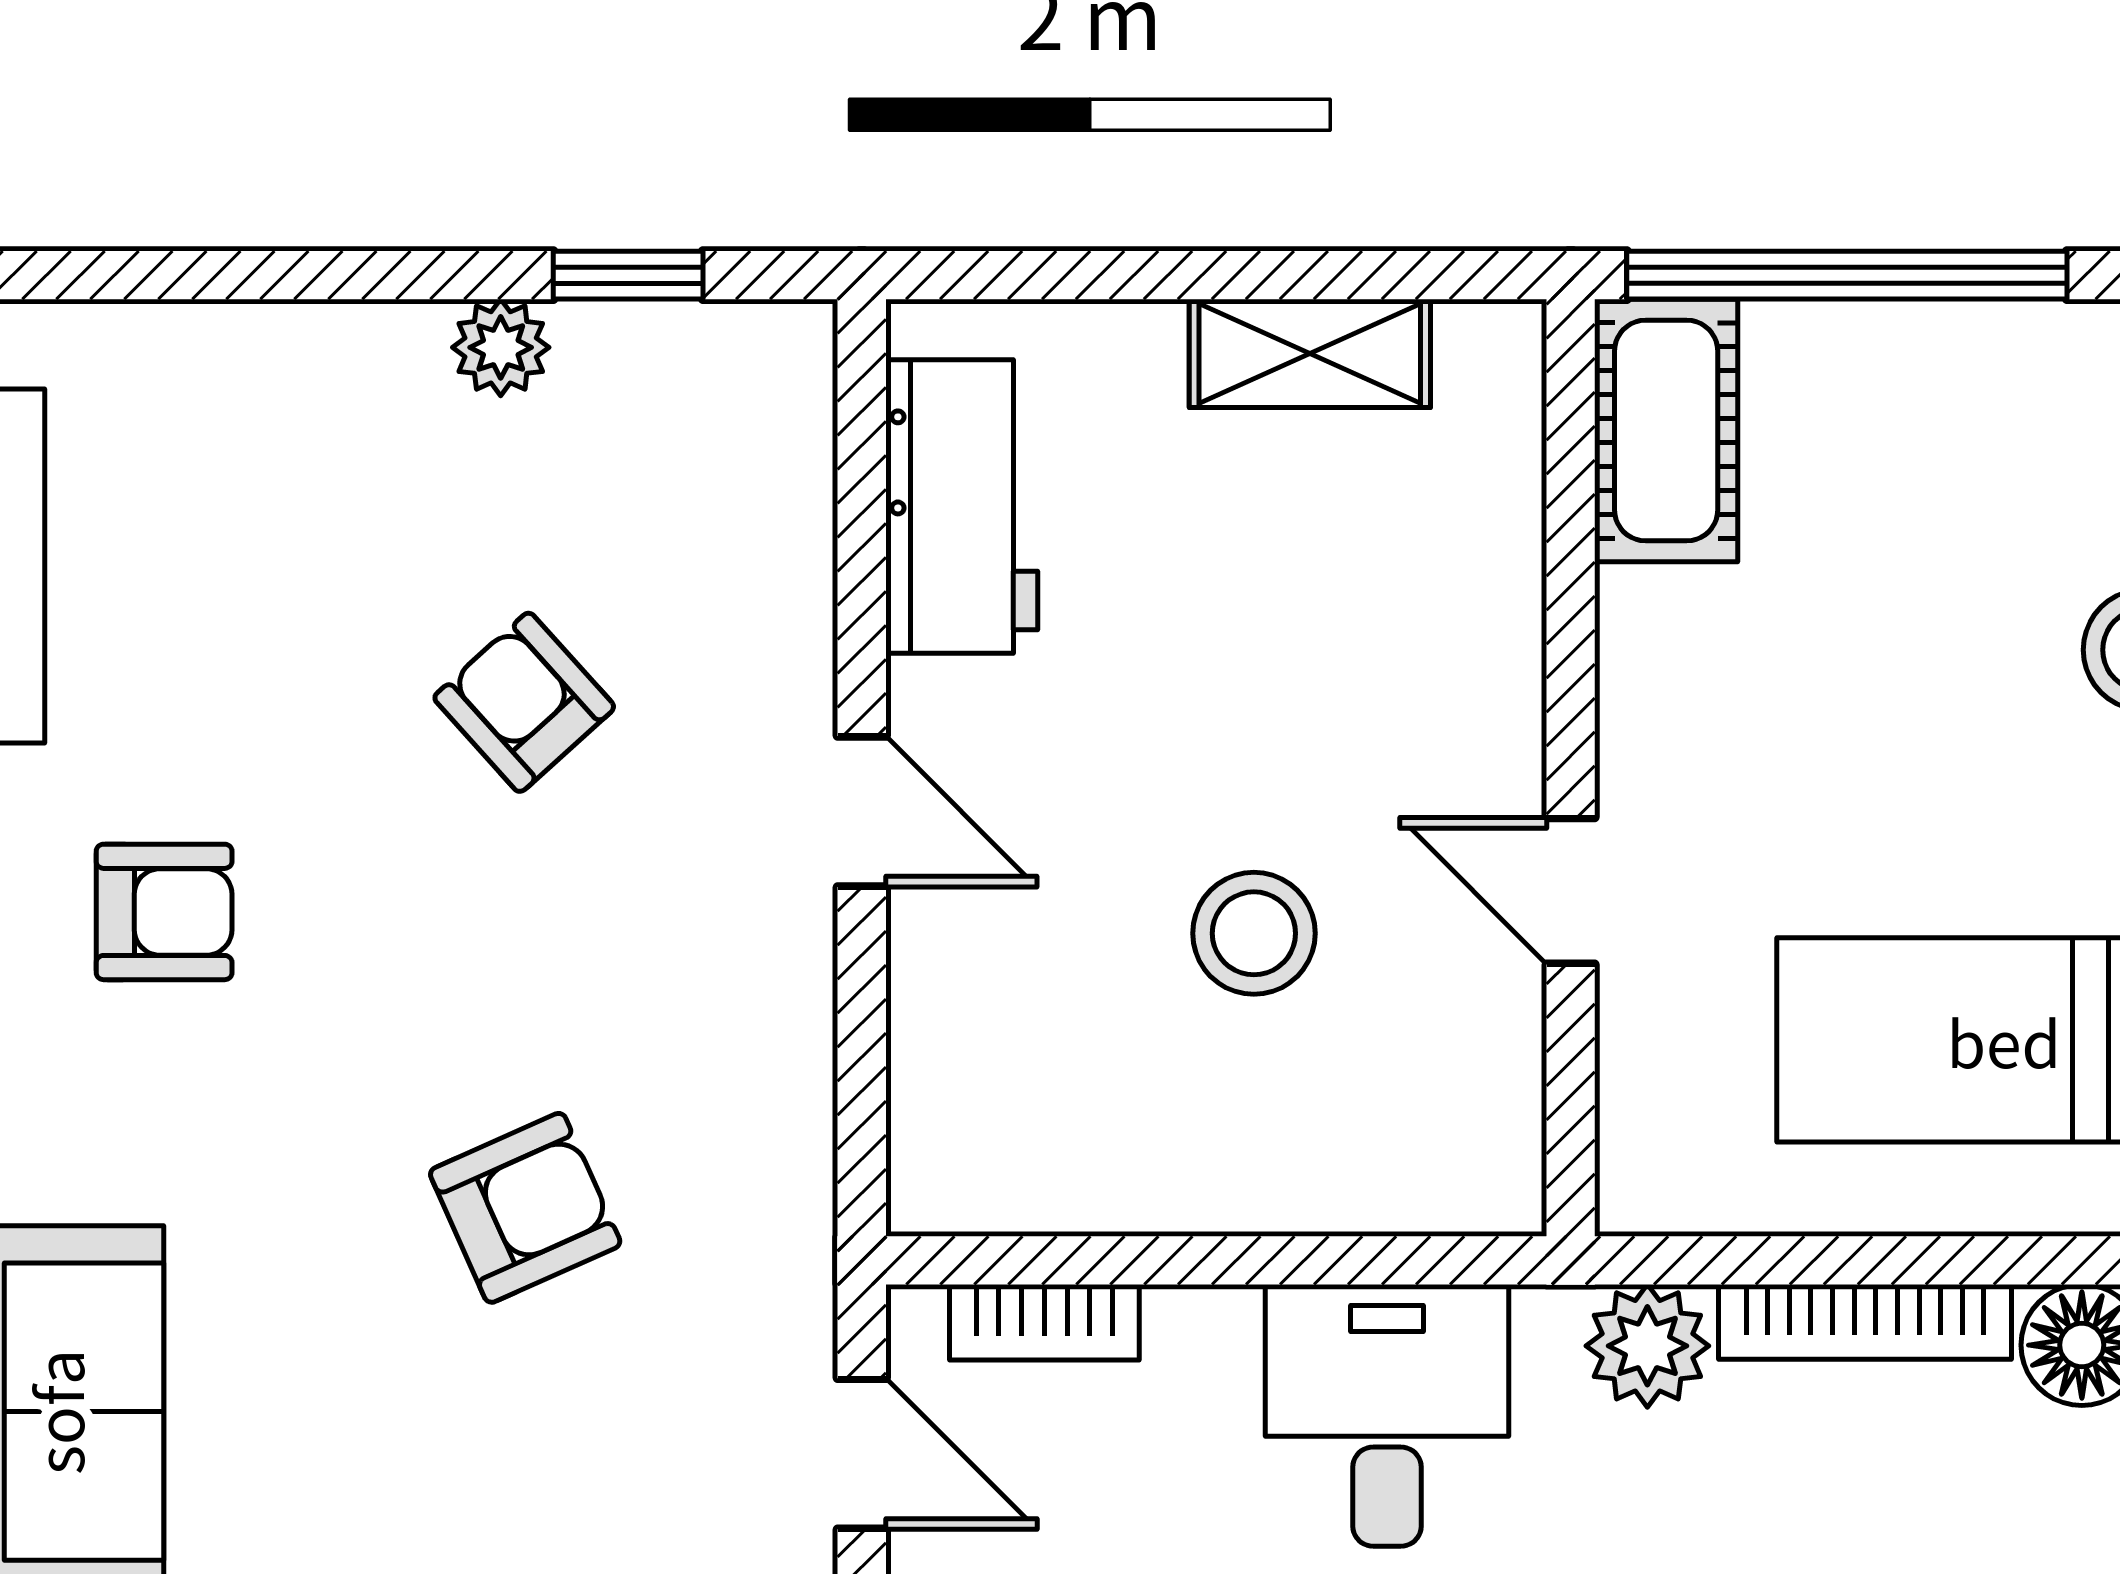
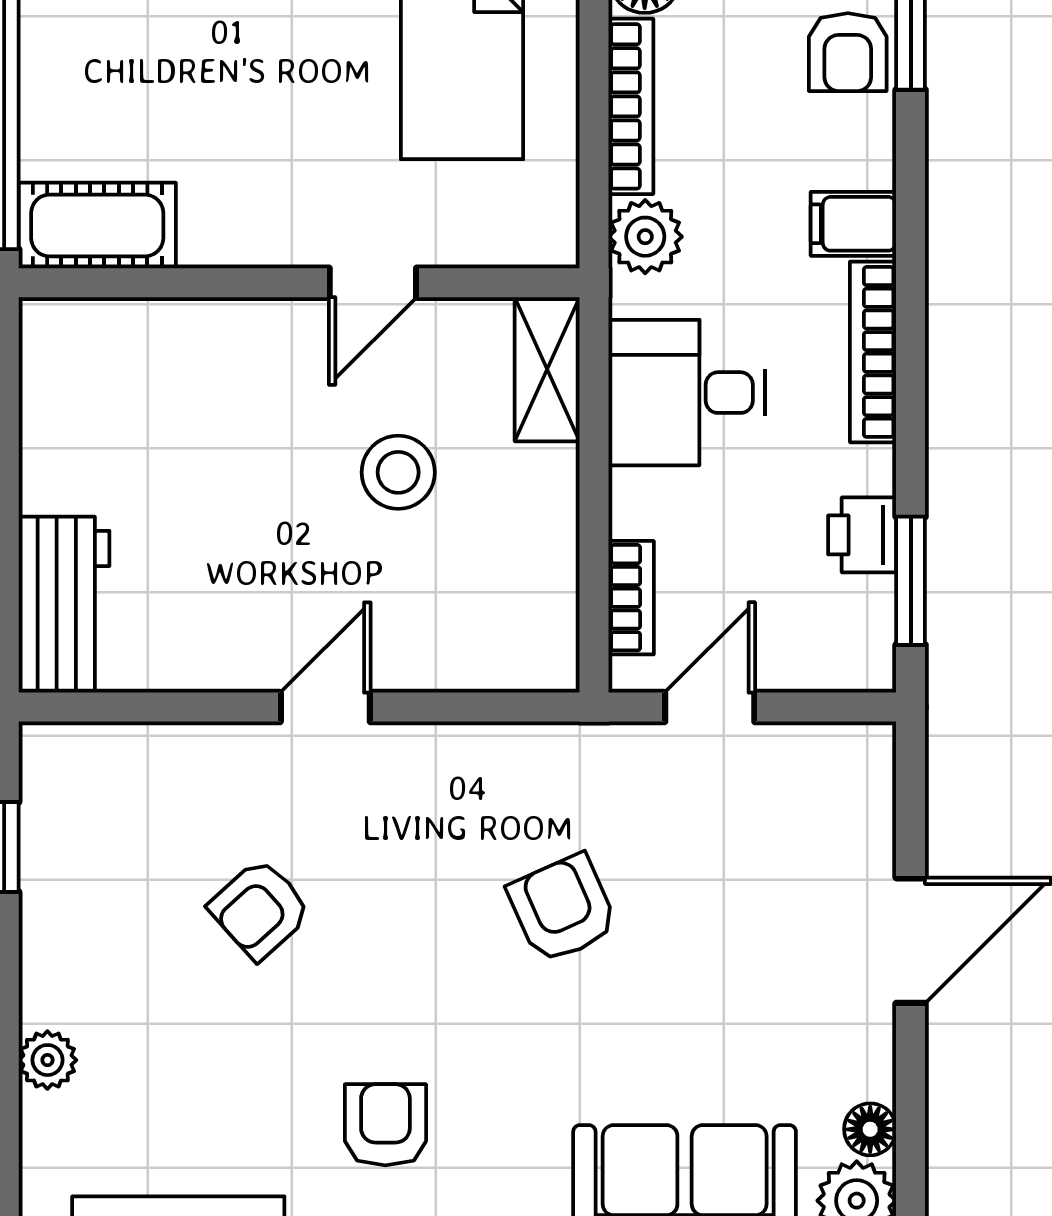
plant: (501, 347) -> (47, 1060), moved
shelving: (1310, 353) -> (547, 369), moved
workbench: (962, 507) -> (64, 605), moved, turned 90

